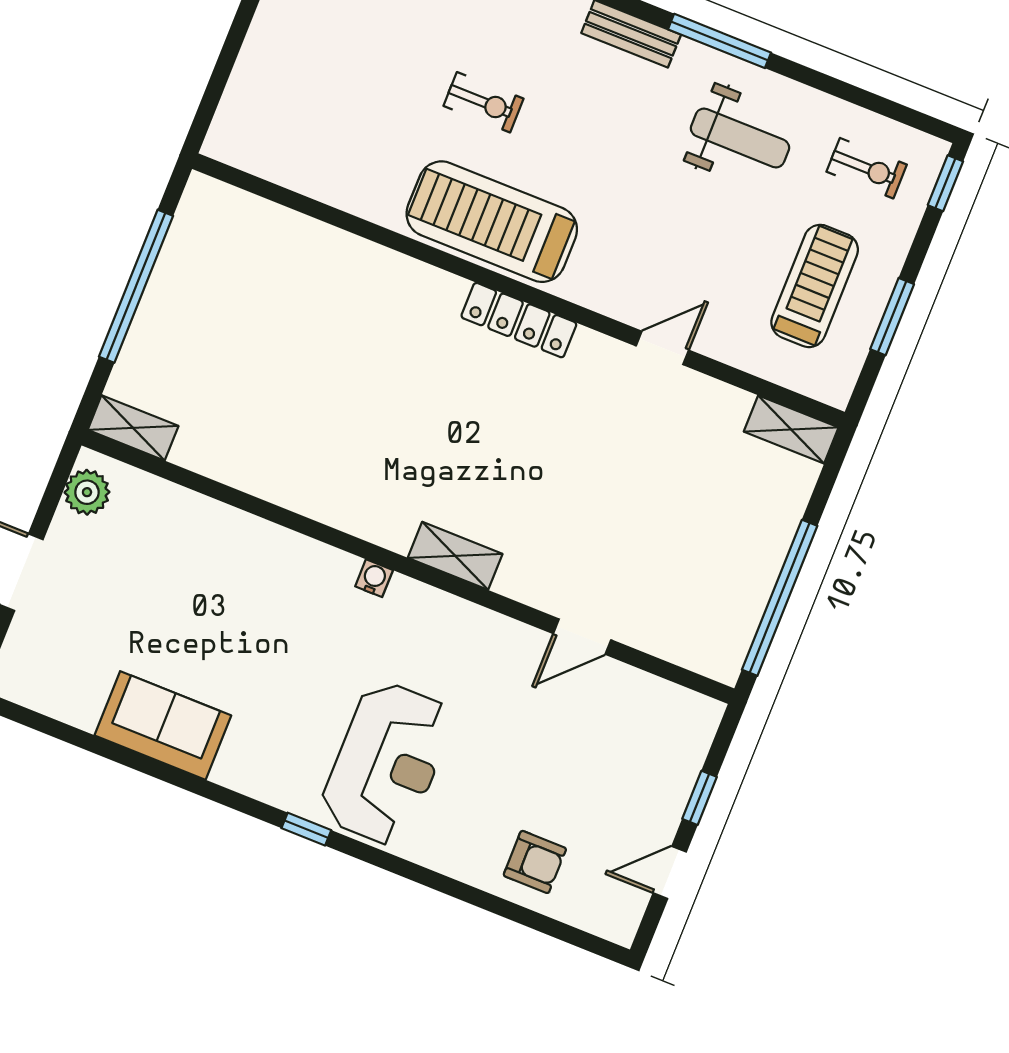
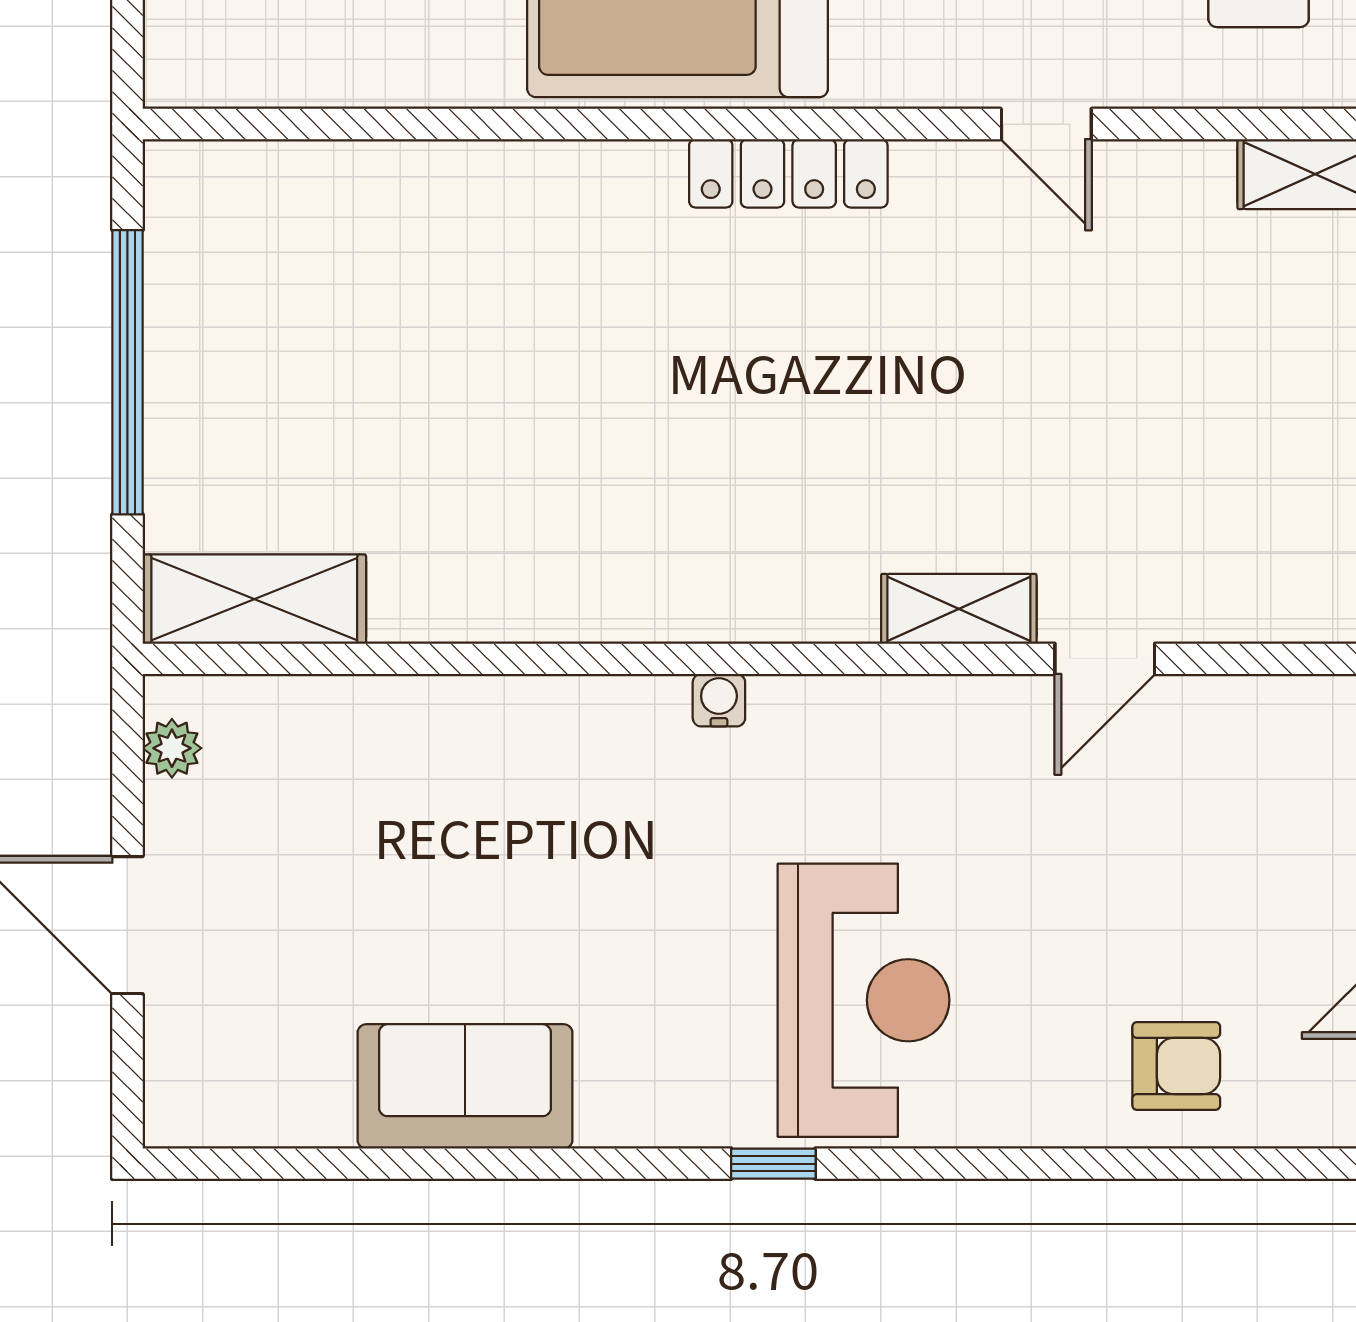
door: (662, 348) -> (1046, 124), swing flipped
shelving: (133, 428) -> (254, 599), width x1.50, depth x1.33
plant: (87, 492) -> (172, 748), width x0.73, depth x0.73
shelving: (455, 556) -> (959, 609), moved

